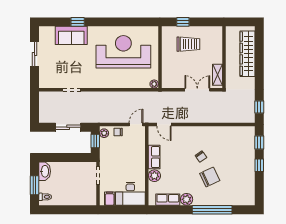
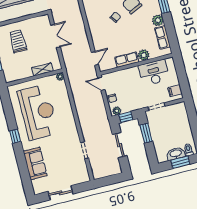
window: (78, 22) -> (15, 136), moved
trolley: (188, 44) -> (18, 41), moved
reception desk: (123, 52) -> (38, 112), turned 180
shelving: (218, 75) -> (42, 69), moved
double door: (197, 90) -> (55, 36), swing flipped
window: (74, 158) -> (146, 133), added
washbasin: (45, 171) -> (176, 154), moved
desk: (130, 194) -> (154, 73), moved, turned -90

